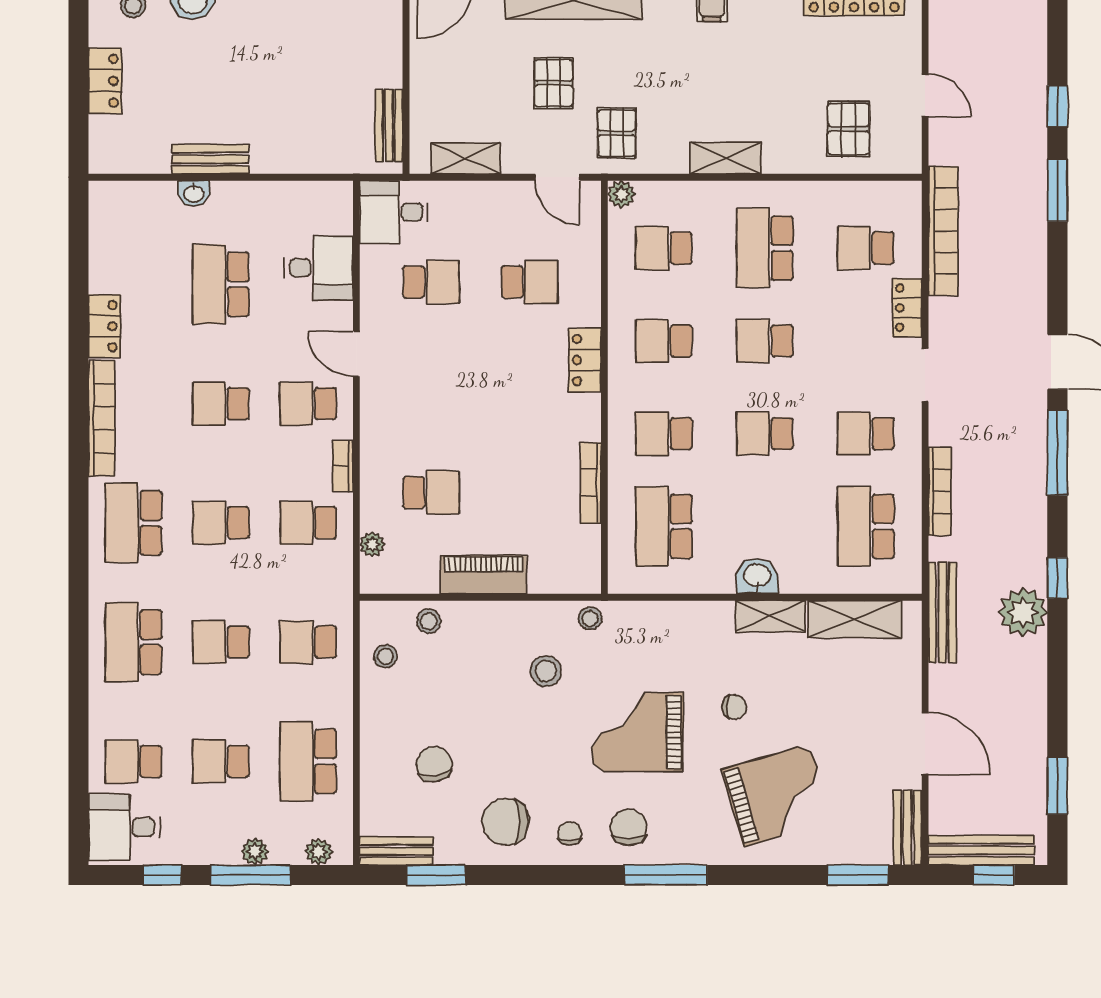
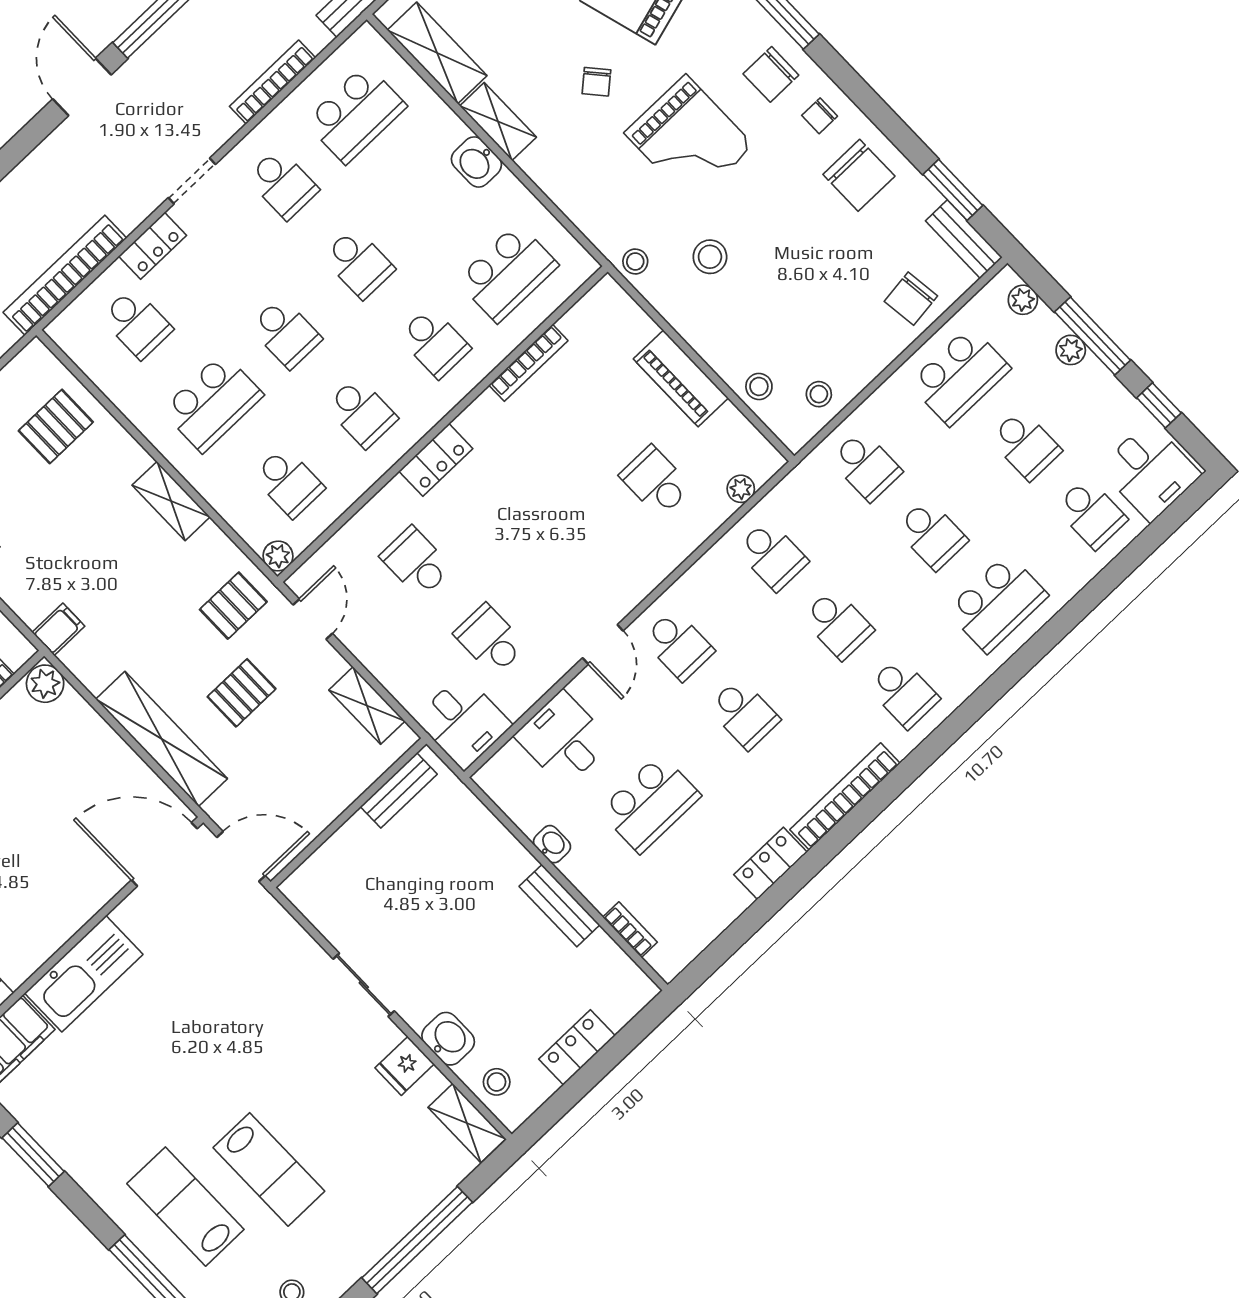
washbasin: (194, 193) -> (552, 844), moved
bookcase: (343, 466) -> (630, 930), moved, turned -90
school desk: (133, 523) -> (903, 693), width x0.54
chair: (734, 707) -> (596, 82), turned -131
chair: (434, 764) -> (911, 299), moved

